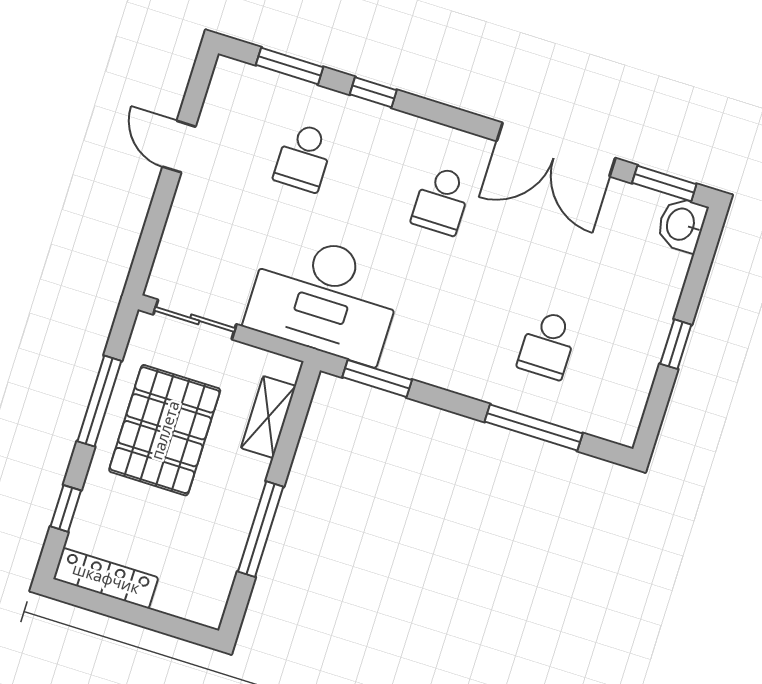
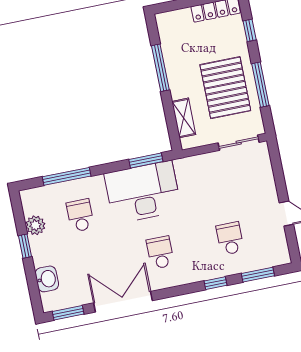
washbasin: (682, 225) -> (47, 279), moved
desk: (324, 297) -> (143, 192), moved
plant: (637, 371) -> (35, 225), added

